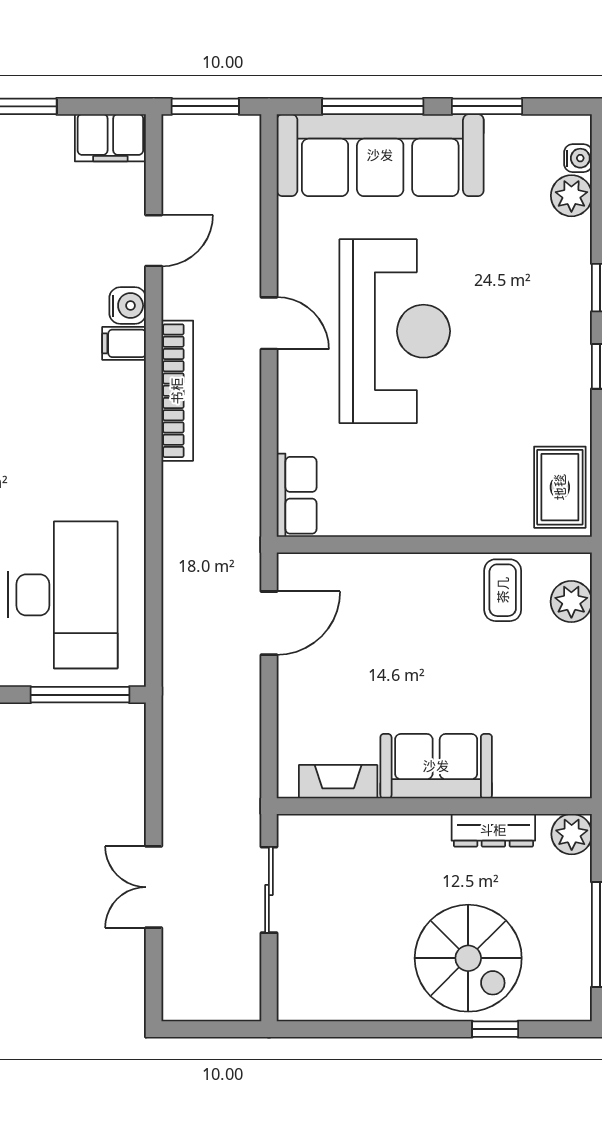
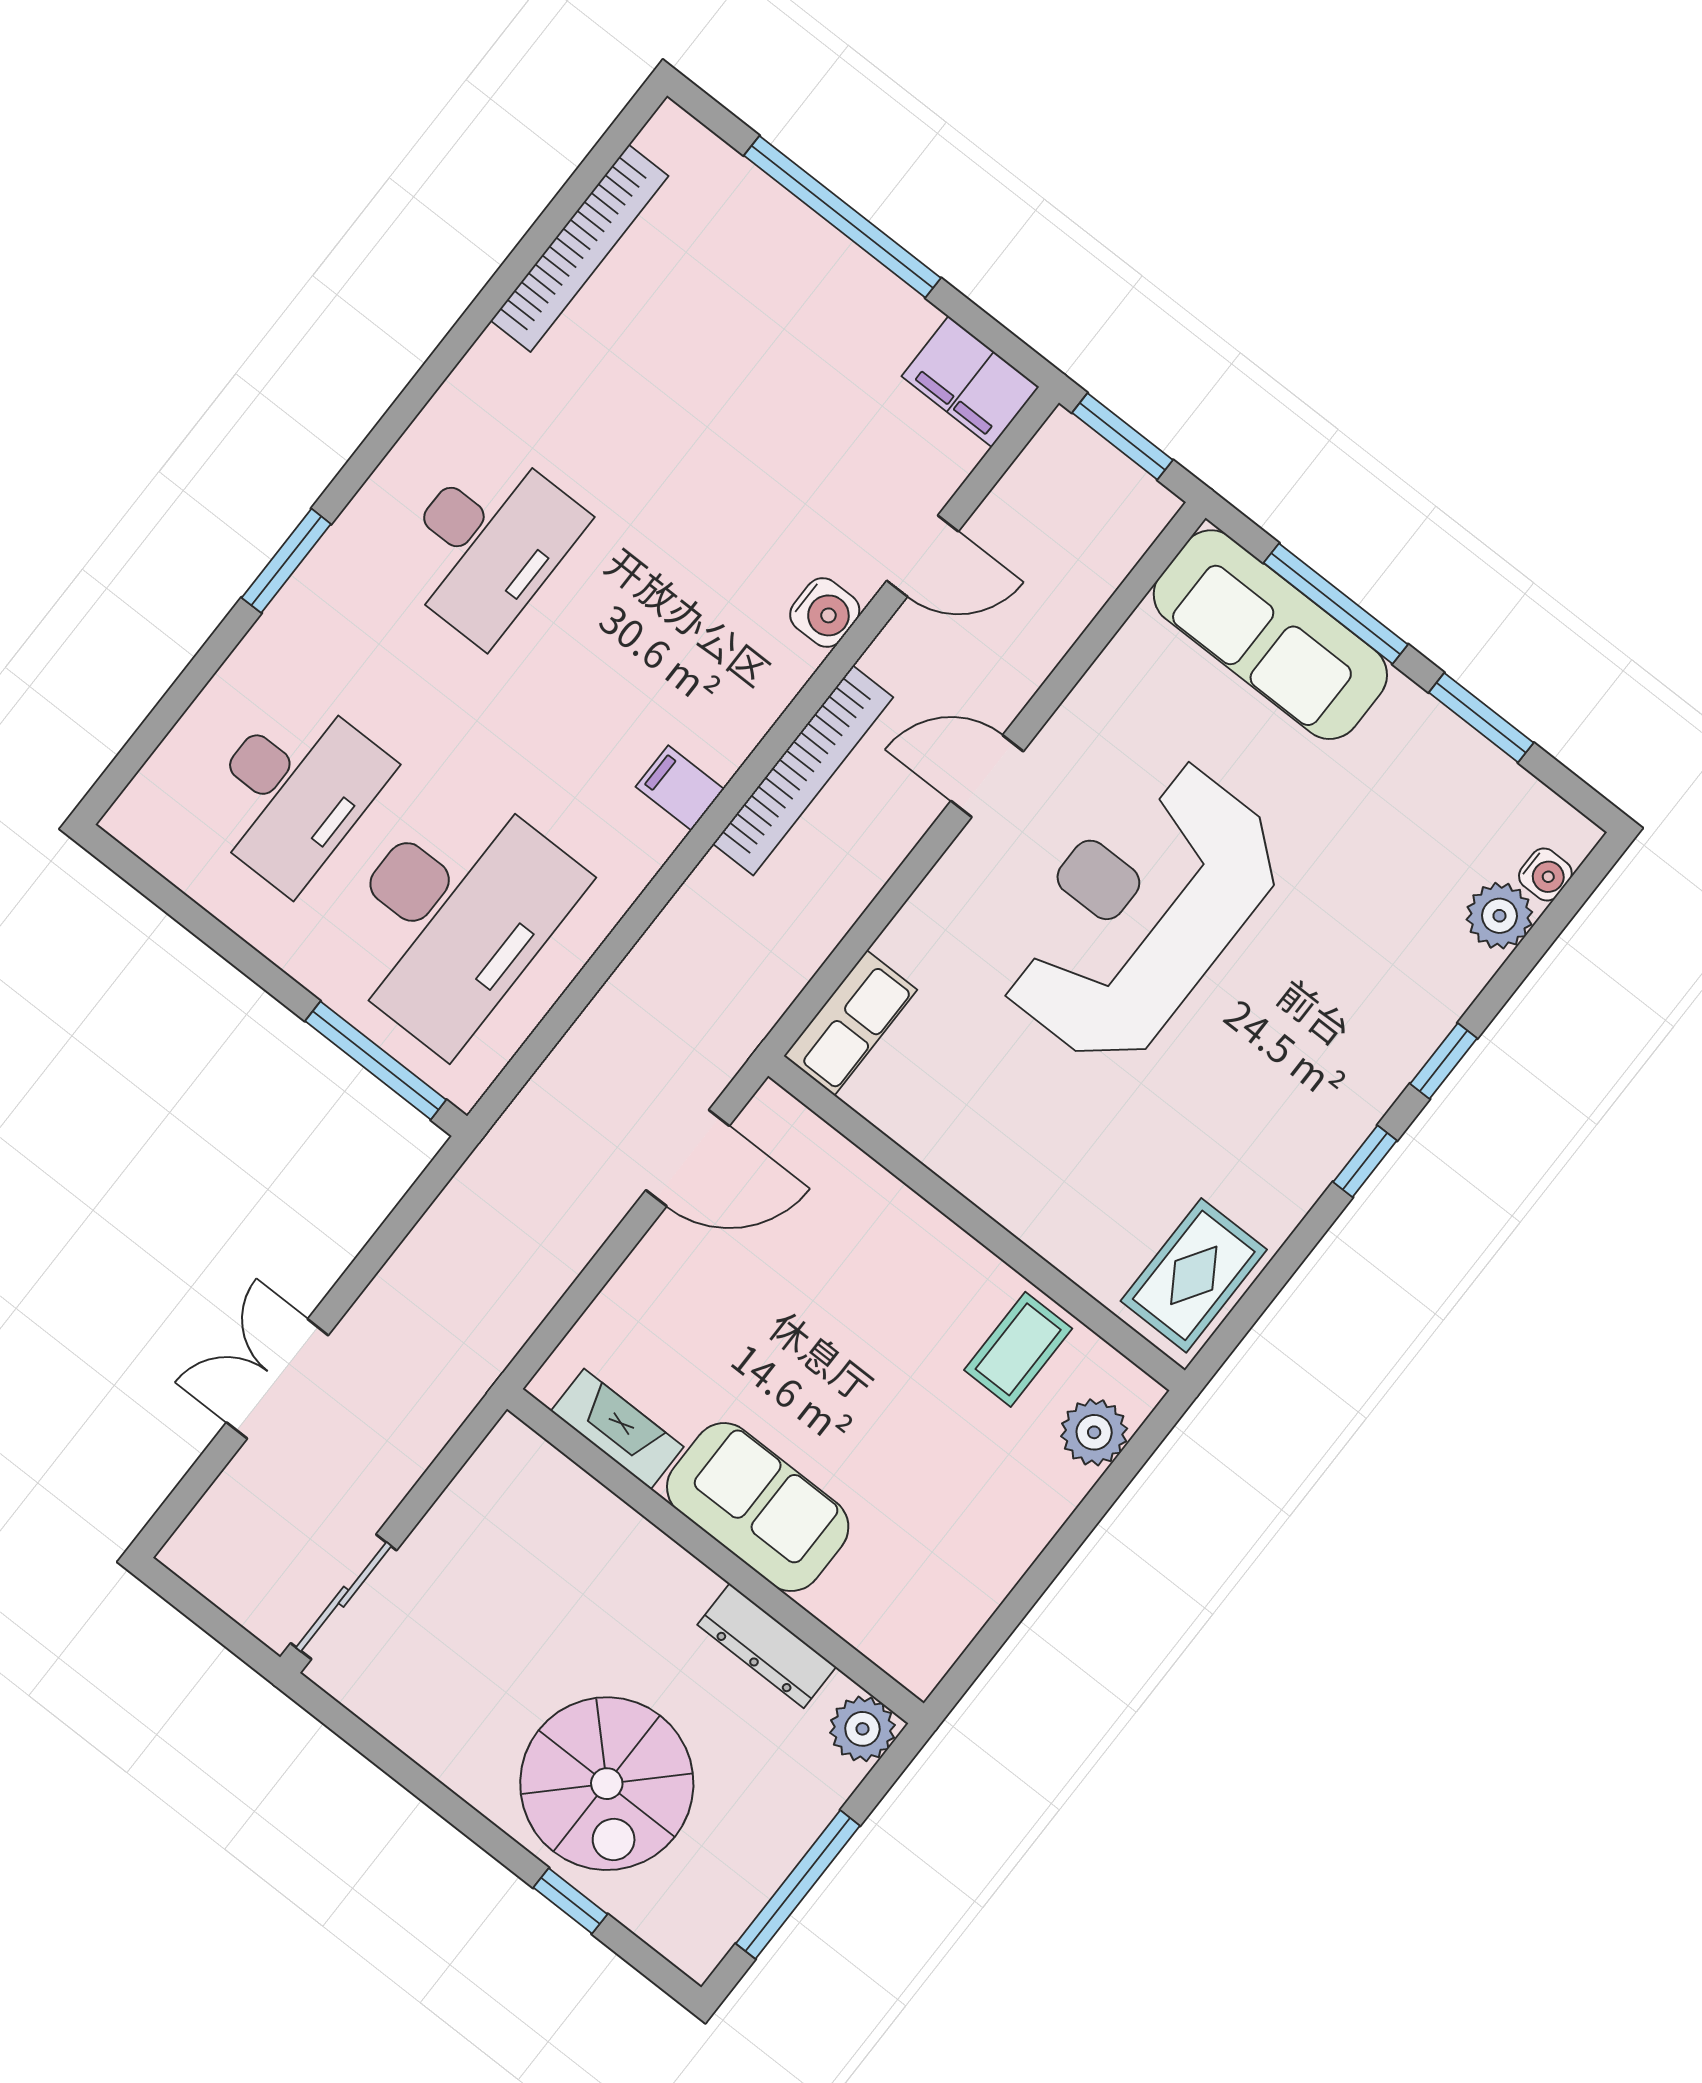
sofa: (380, 155) -> (1270, 635), width x0.74, depth x0.79
door: (269, 323) -> (987, 776), swing flipped
reception desk: (395, 331) -> (1139, 912), turned 180
filing cabinet: (124, 343) -> (680, 788), moved
sliding door: (269, 890) -> (344, 1597), moved

